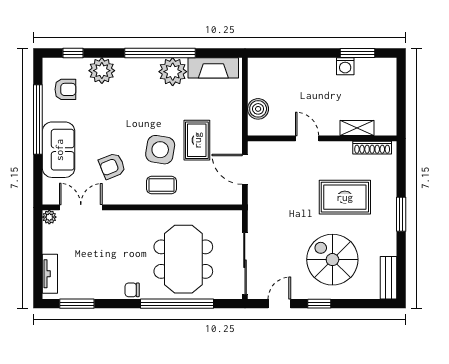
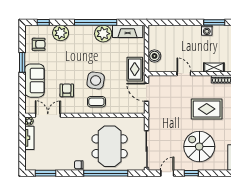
window: (38, 120) -> (22, 62), width x0.47
rug: (197, 140) -> (135, 69), moved
armchair: (112, 166) -> (67, 90), turned 112
tv unit: (50, 274) -> (29, 138), moved

